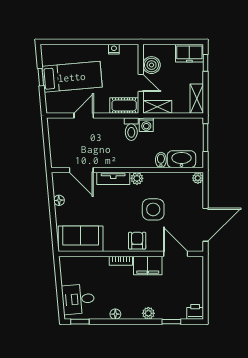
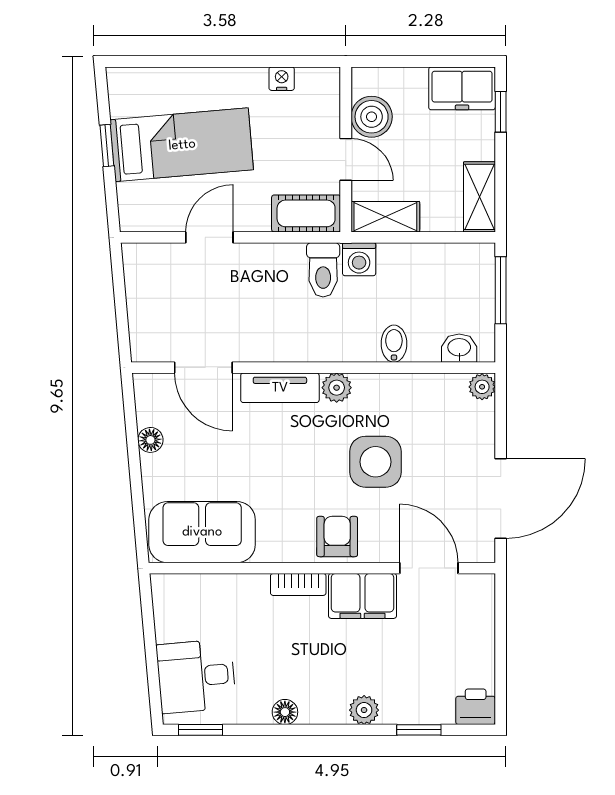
washbasin: (181, 159) -> (459, 348), width x0.52, depth x0.69

